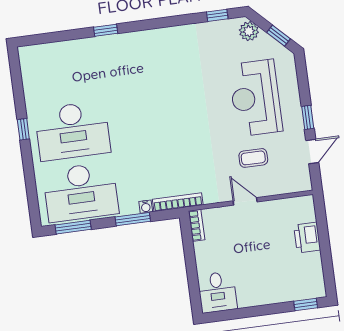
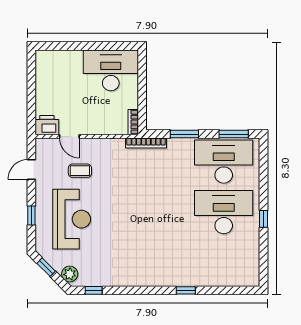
window: (308, 117) -> (31, 215), moved
door: (245, 201) -> (69, 136), moved
water cooler: (146, 207) -> (172, 143), removed
printer: (307, 238) -> (47, 125), moved, turned -90
desk: (217, 292) -> (111, 70), width x1.87, depth x1.30
window: (306, 304) -> (53, 46), removed

